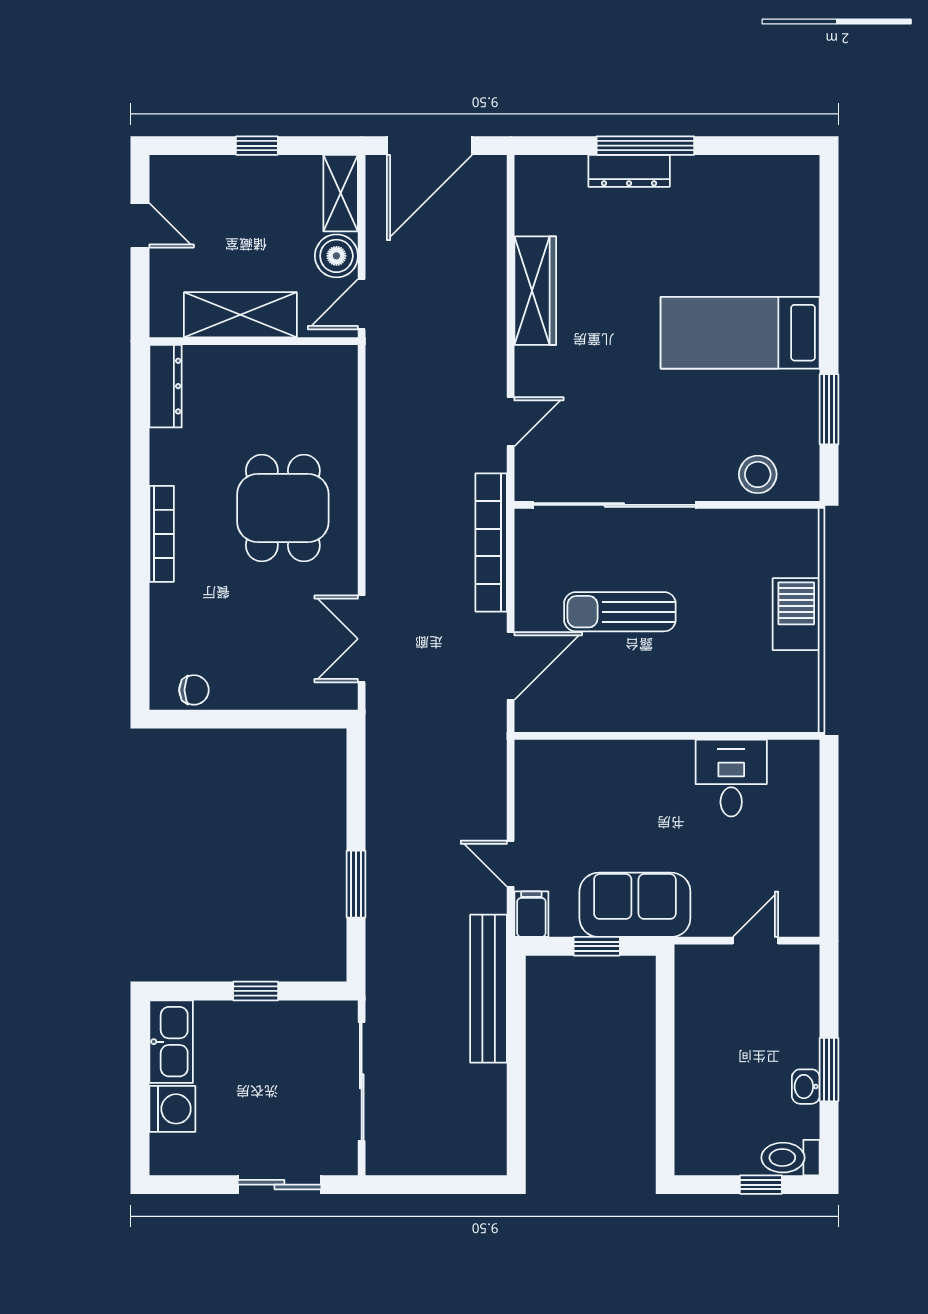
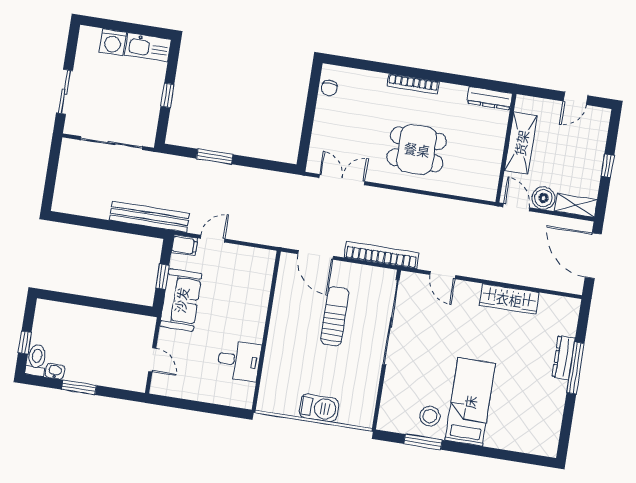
stool: (758, 474) -> (430, 416), moved
washbasin: (806, 1087) -> (55, 371), moved

